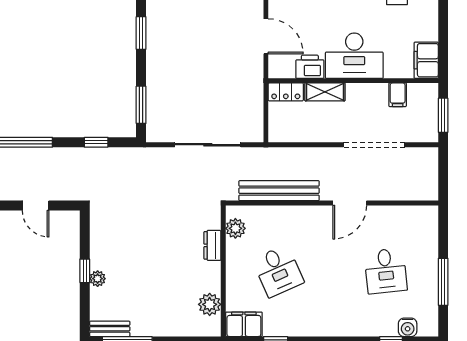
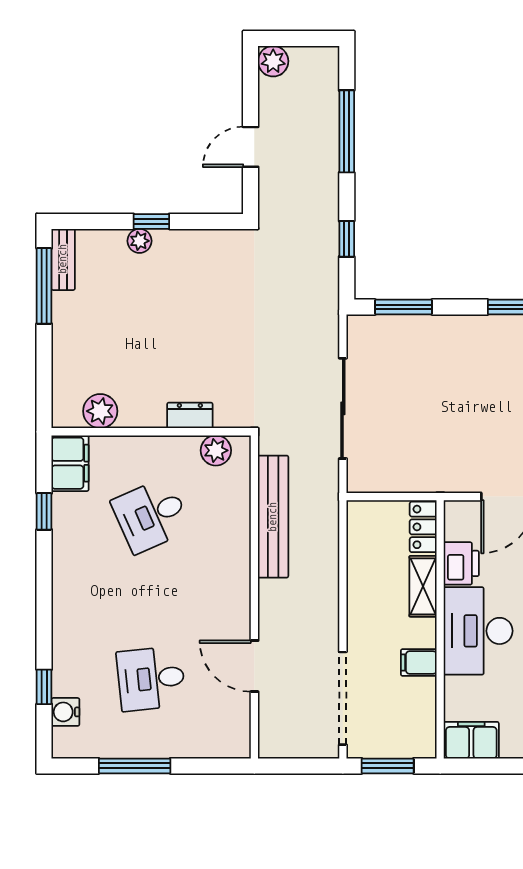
filing cabinet: (398, 95) -> (419, 662), moved
doorway: (374, 145) -> (343, 698), moved
door: (350, 203) -> (254, 666), moved

